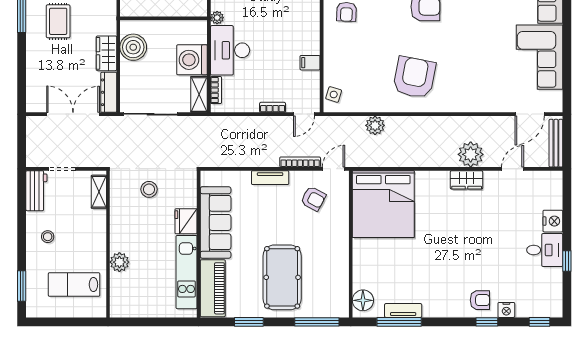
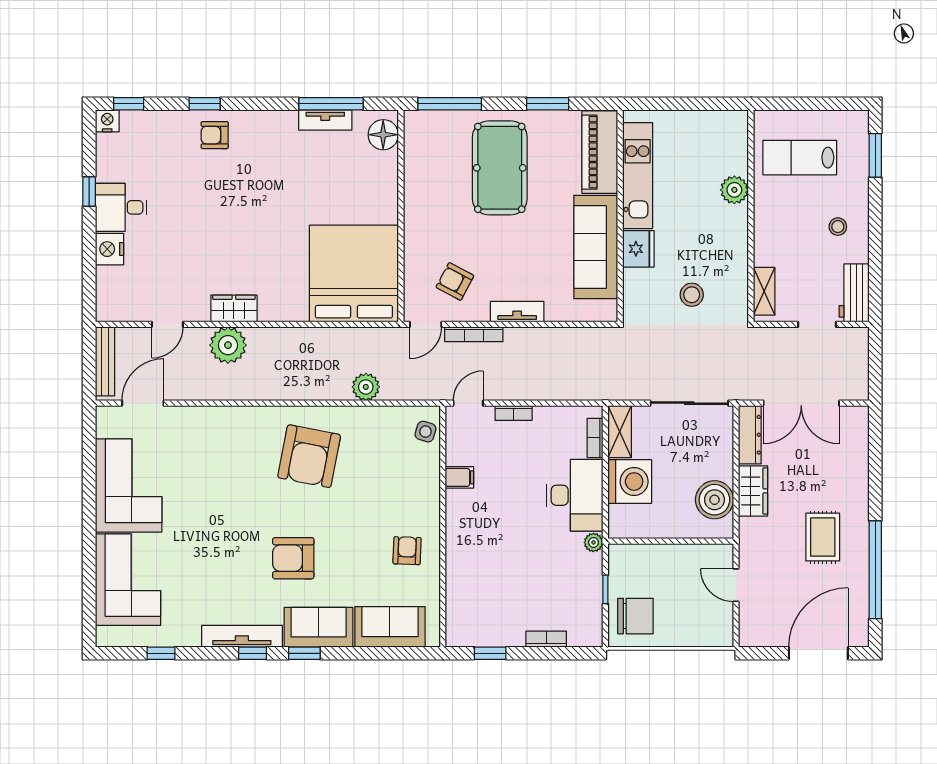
lab bench: (74, 284) -> (800, 158), turned 180
nightstand: (506, 310) -> (107, 121), moved

